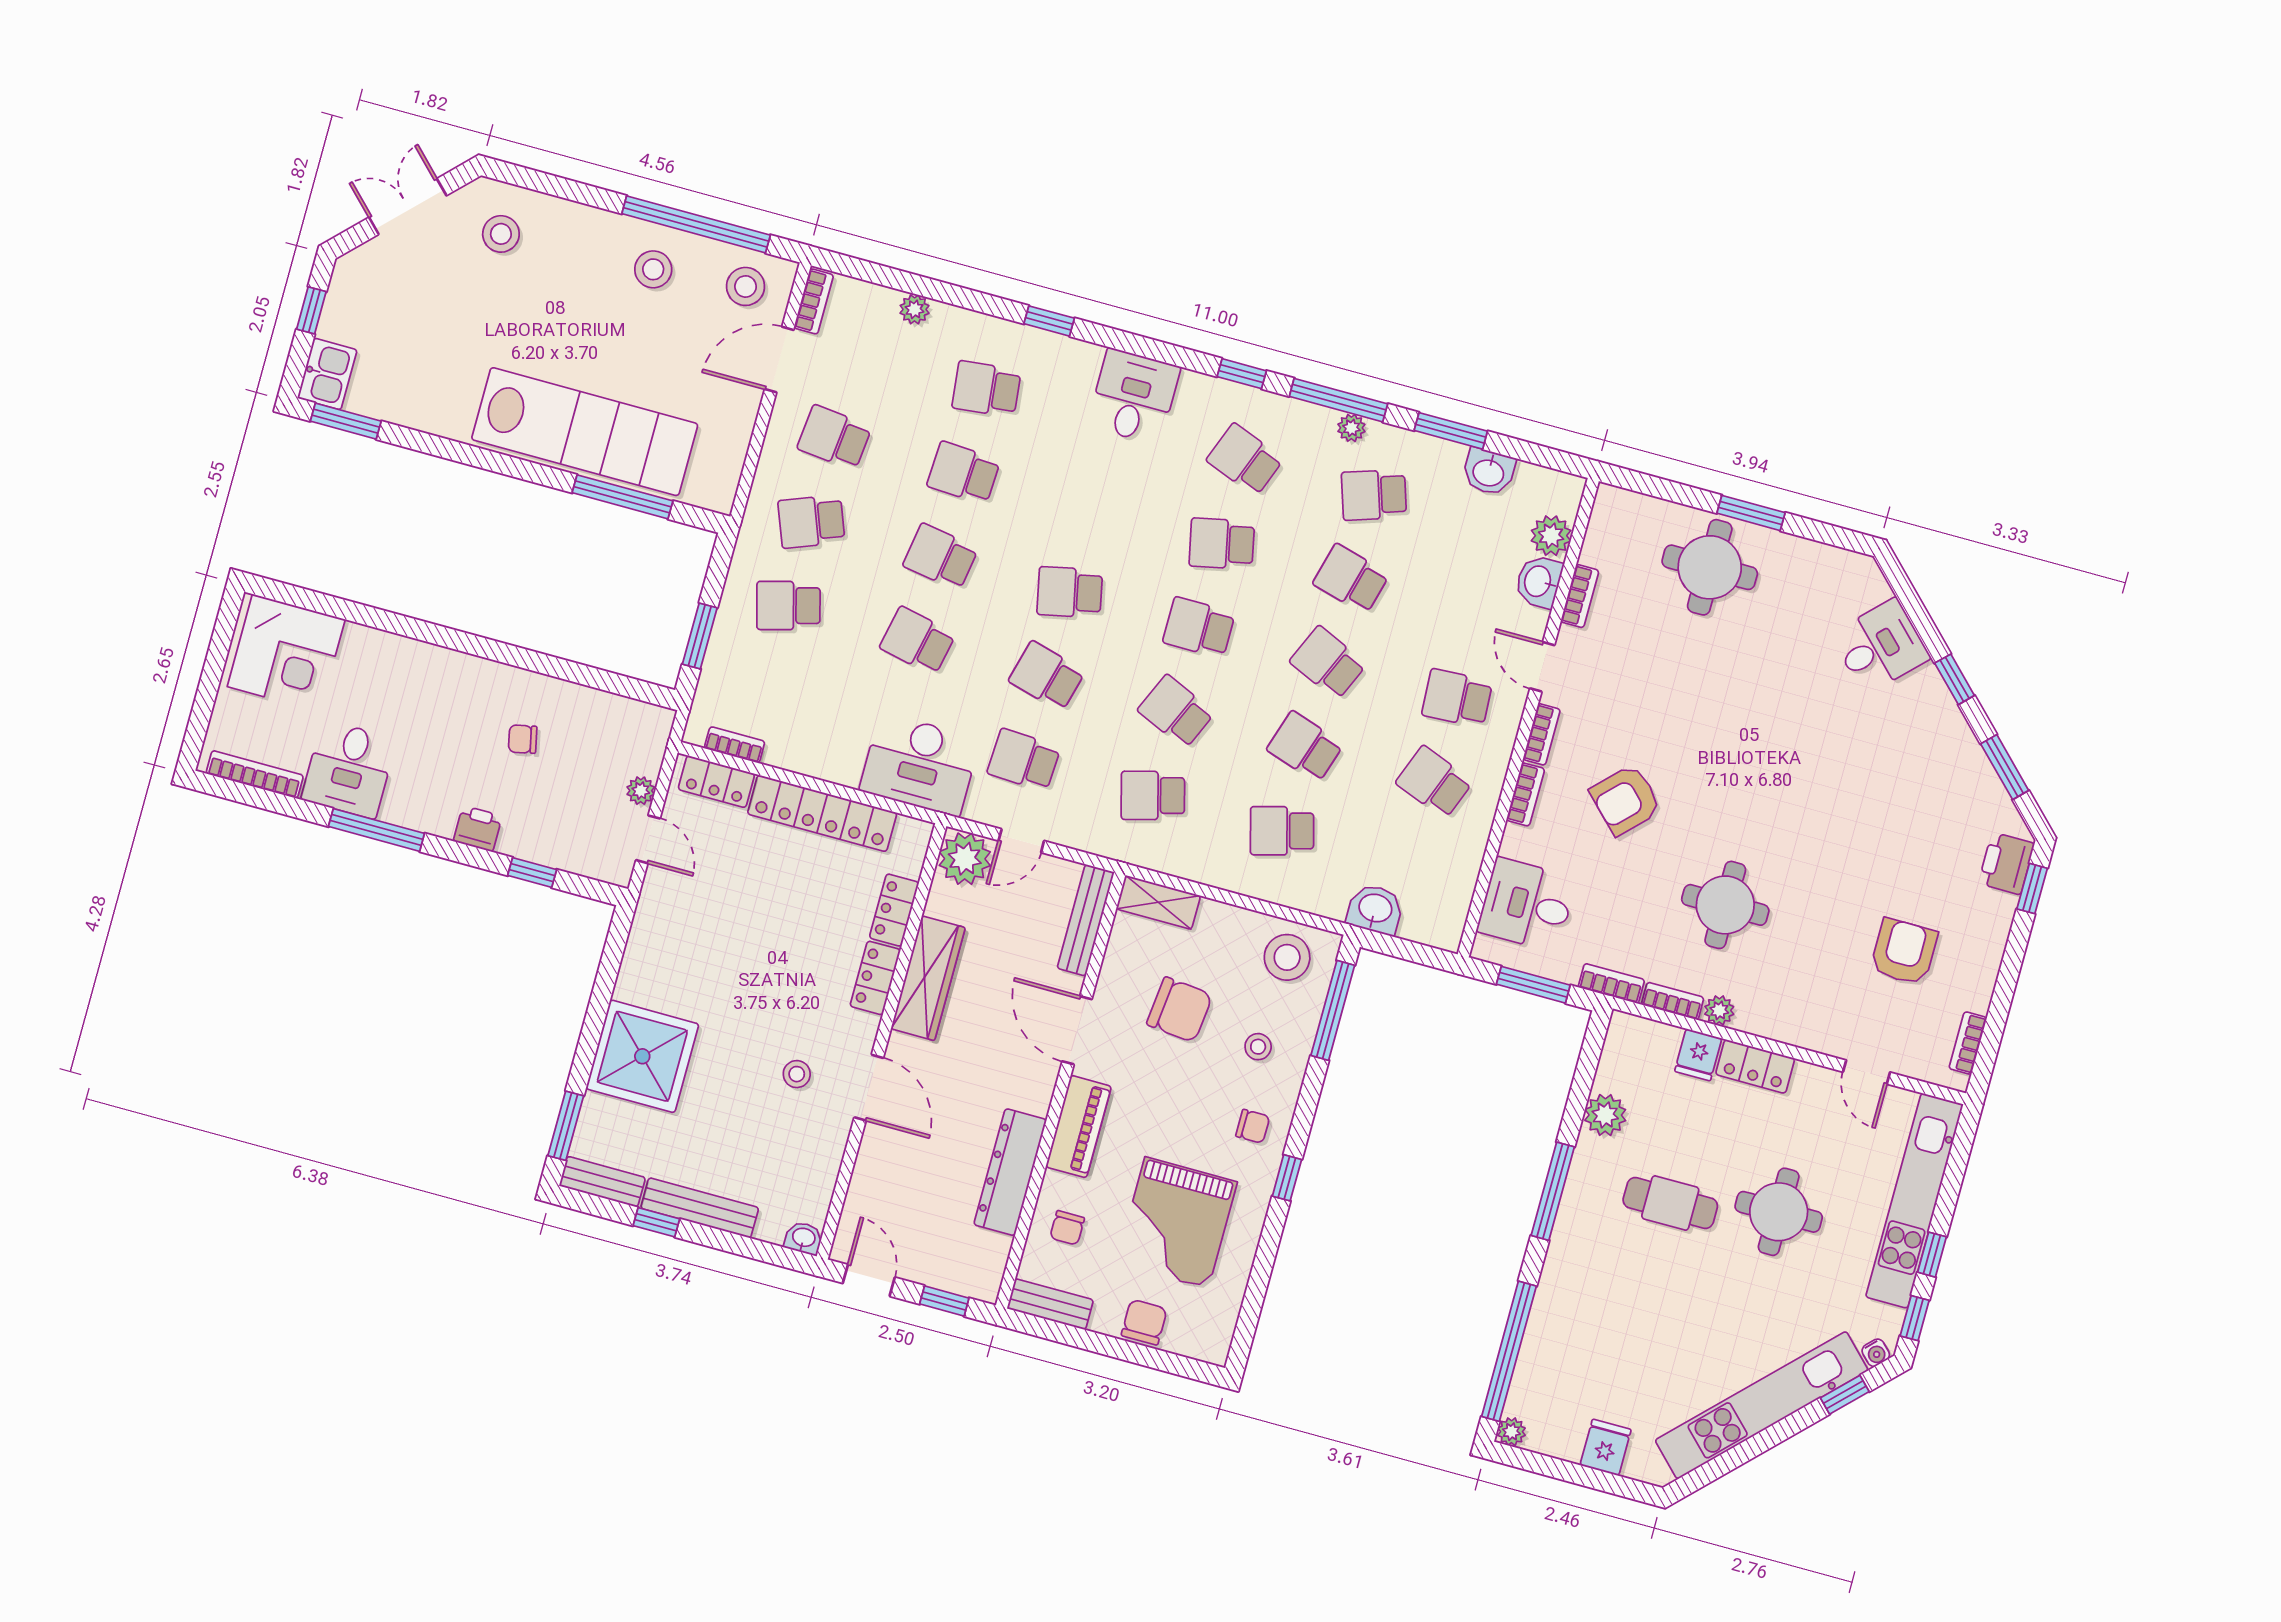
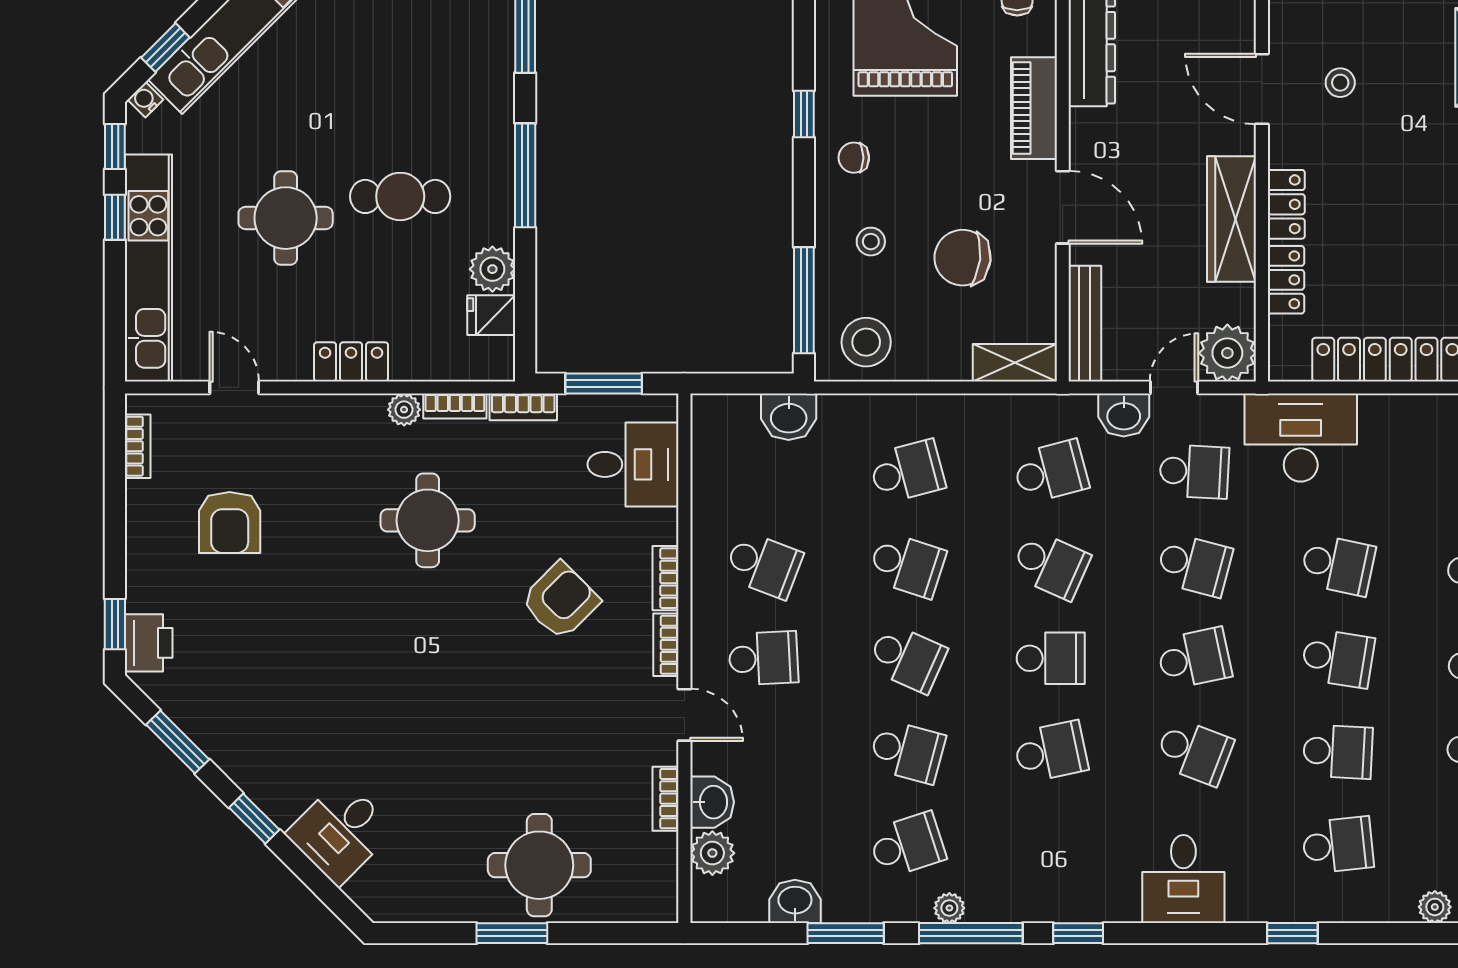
school desk: (1245, 460) -> (1194, 752), moved
washbasin: (1073, 828) -> (1124, 415), added
fridge: (1698, 1055) -> (491, 315), moved, turned -90

